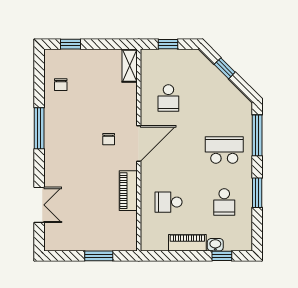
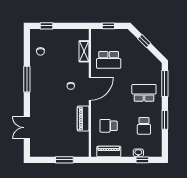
shelving: (130, 66) -> (84, 51), moved
school desk: (168, 98) -> (109, 60), width x1.85
double door: (39, 205) -> (27, 128), swing flipped
piano: (187, 243) -> (109, 151), moved

